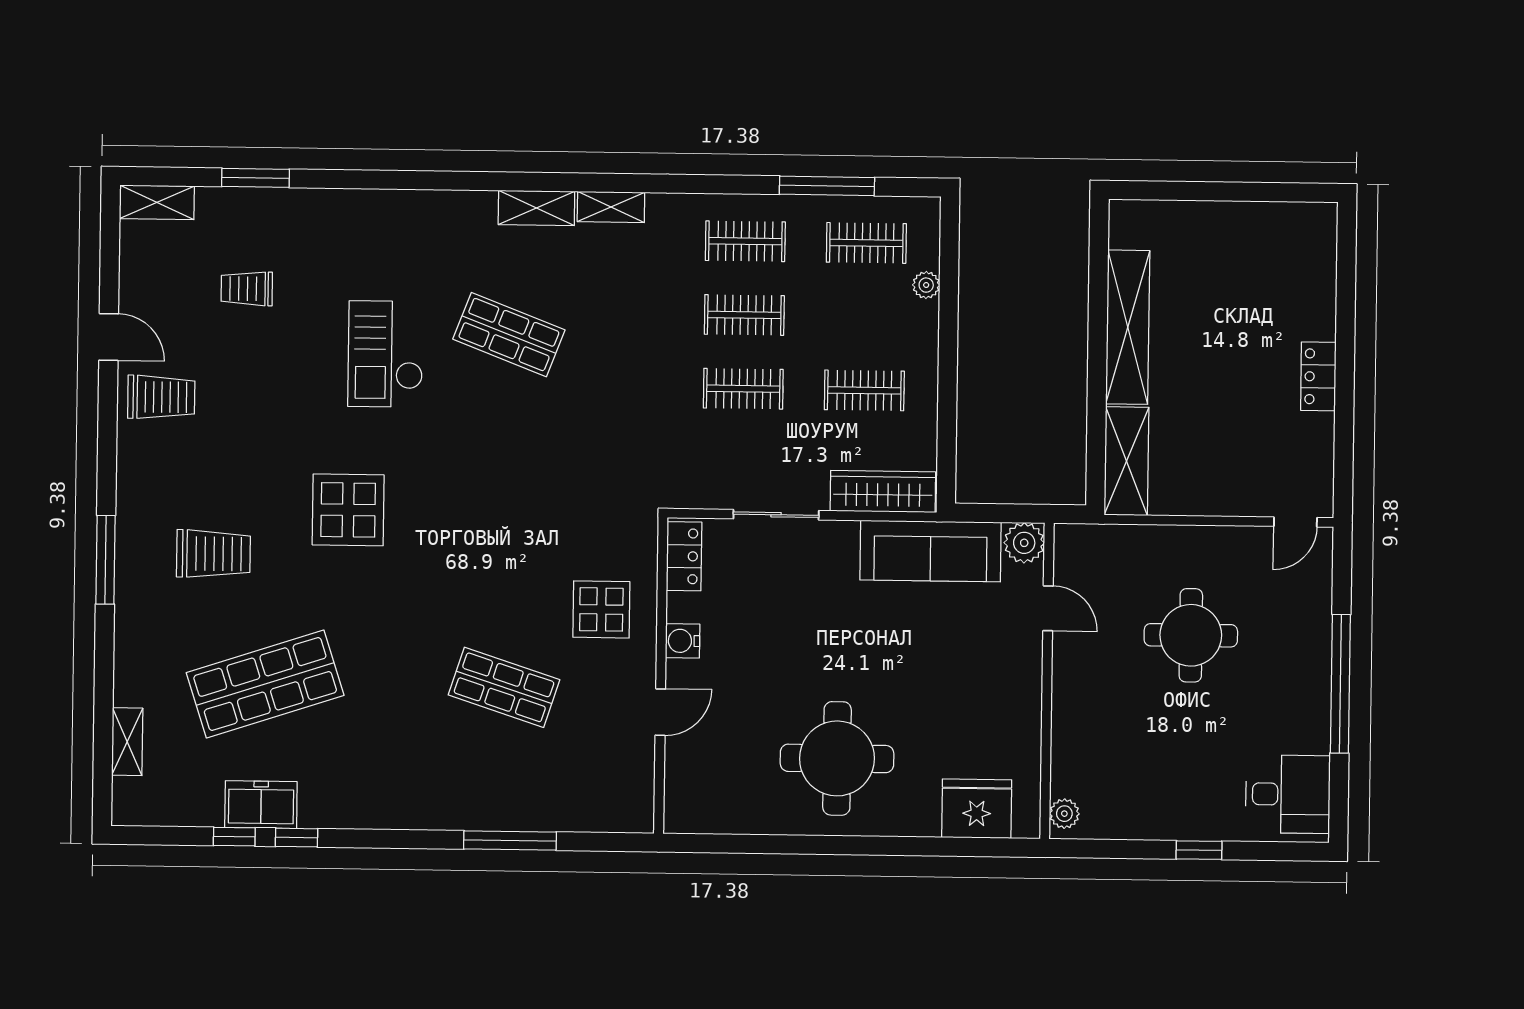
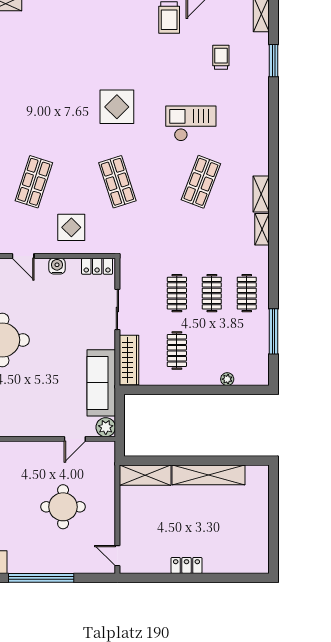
clothes rail: (866, 243) -> (247, 350), removed
trolley: (213, 554) -> (95, 43), removed
shop shelf: (265, 684) -> (117, 182), moved, width x0.70, depth x0.74

